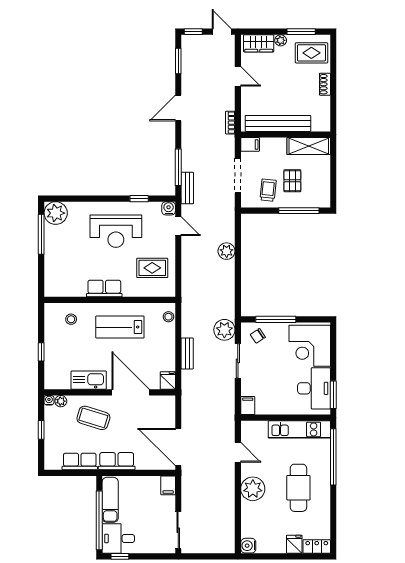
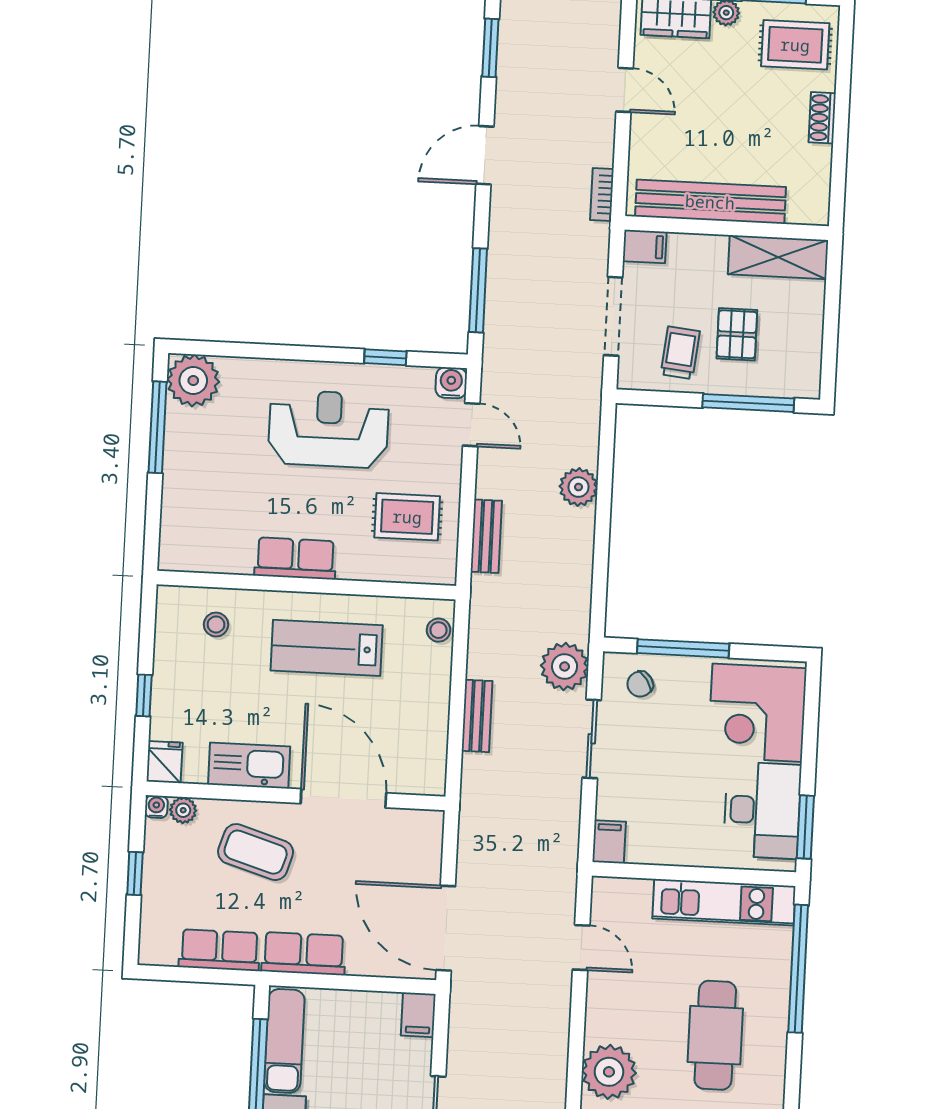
bench: (187, 188) -> (486, 536), moved
reception desk: (116, 231) -> (328, 429), turned 180
fridge: (168, 380) -> (164, 762), moved
plant: (253, 489) -> (609, 1072), moved

